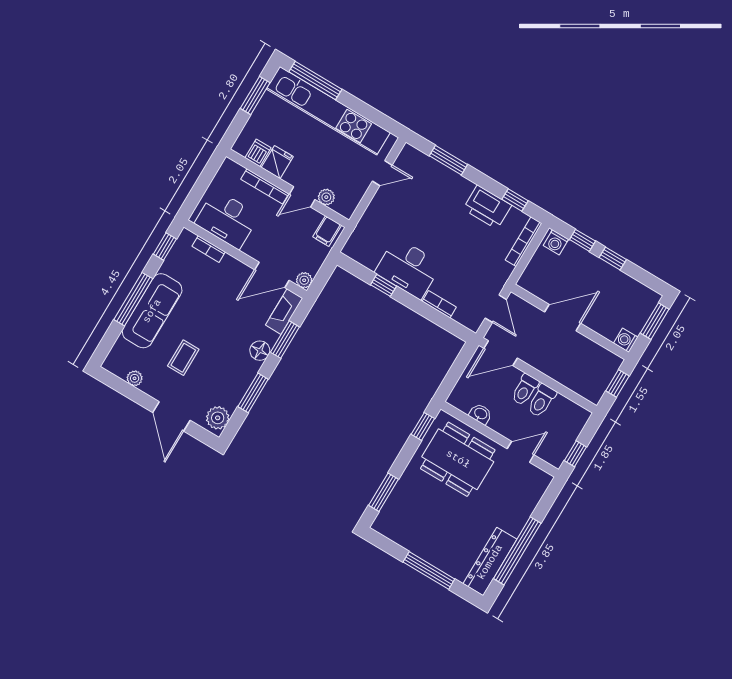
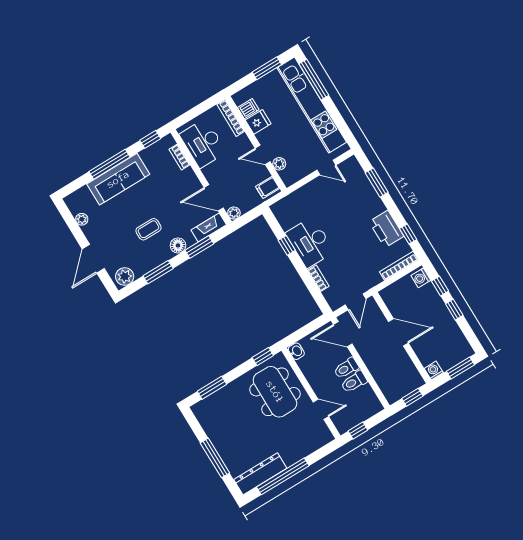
bookcase: (265, 186) -> (231, 118), moved
coffee table: (183, 358) -> (149, 229), moved
washbasin: (480, 414) -> (296, 351), moved

